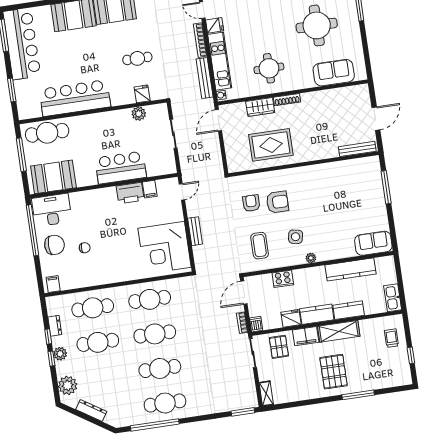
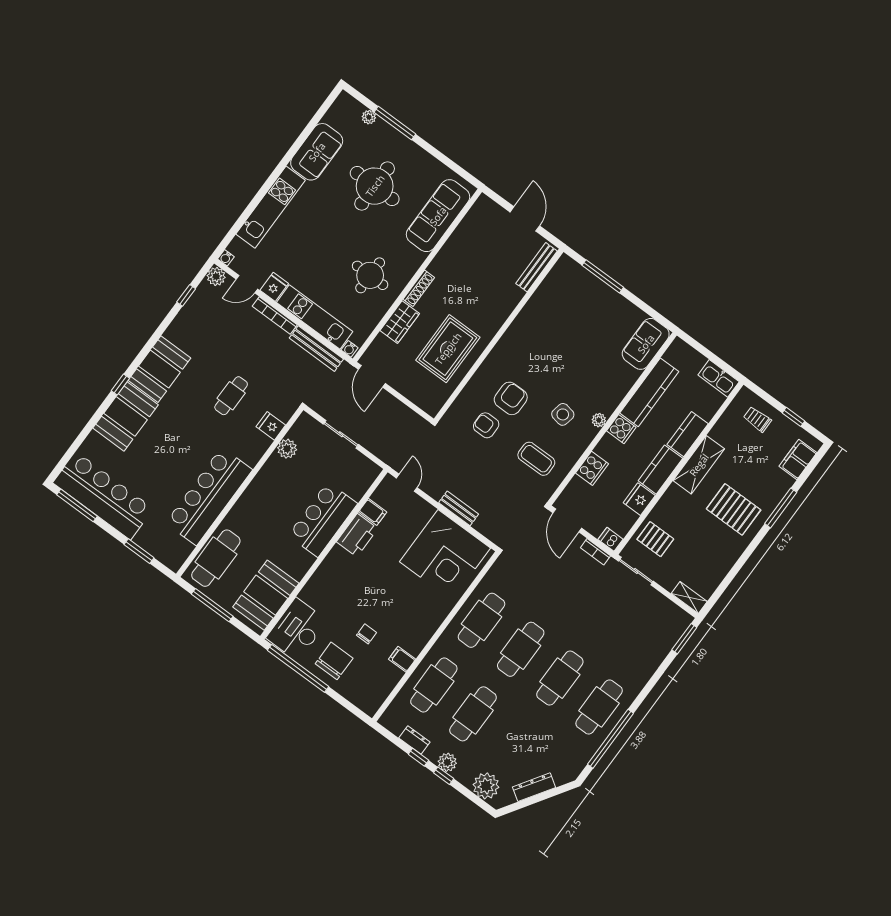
sofa: (334, 73) -> (438, 216), width x1.36
cooker: (318, 274) -> (621, 429), added
filing cabinet: (53, 284) -> (402, 659), moved
filing cabinet: (306, 336) -> (798, 459), moved, turned 180

